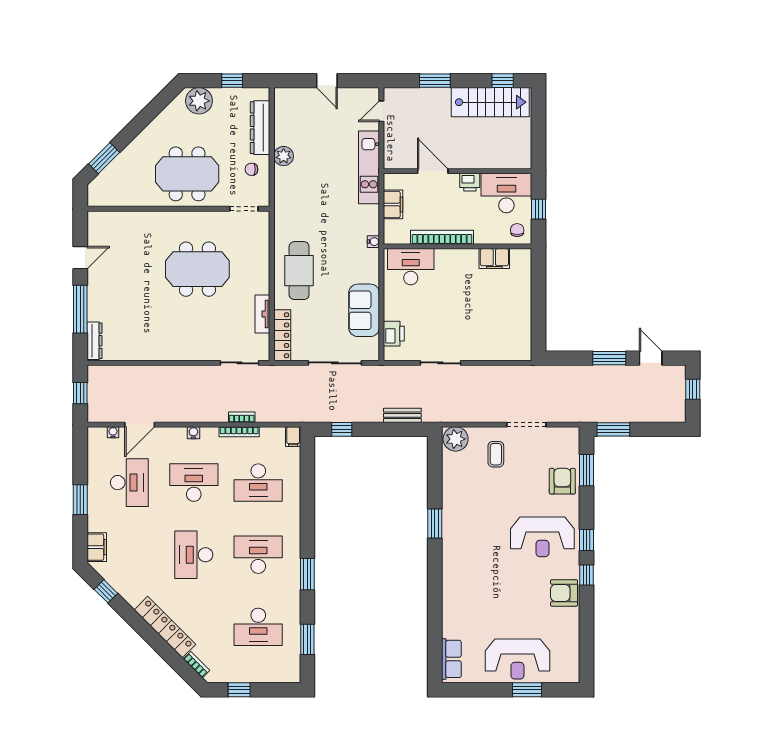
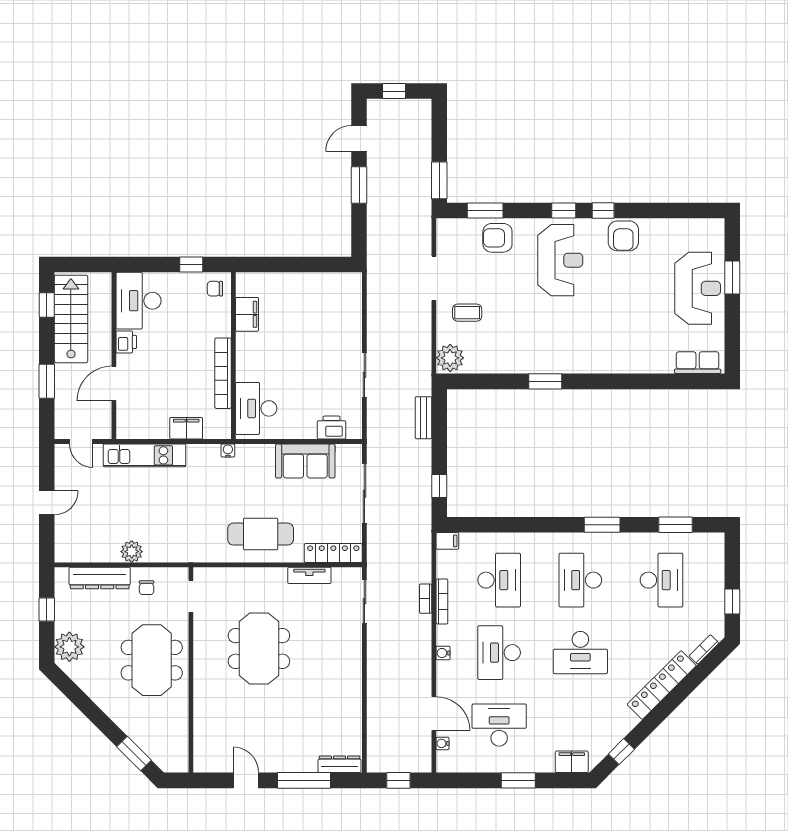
door: (433, 171) -> (114, 384), moved
wall: (458, 171) -> (114, 356), moved
printer: (470, 182) -> (126, 342), moved
desk: (506, 193) -> (139, 301), moved

